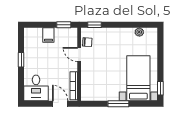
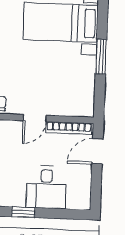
door: (79, 54) -> (35, 118), moved
desk: (36, 88) -> (46, 187), moved, turned 90

